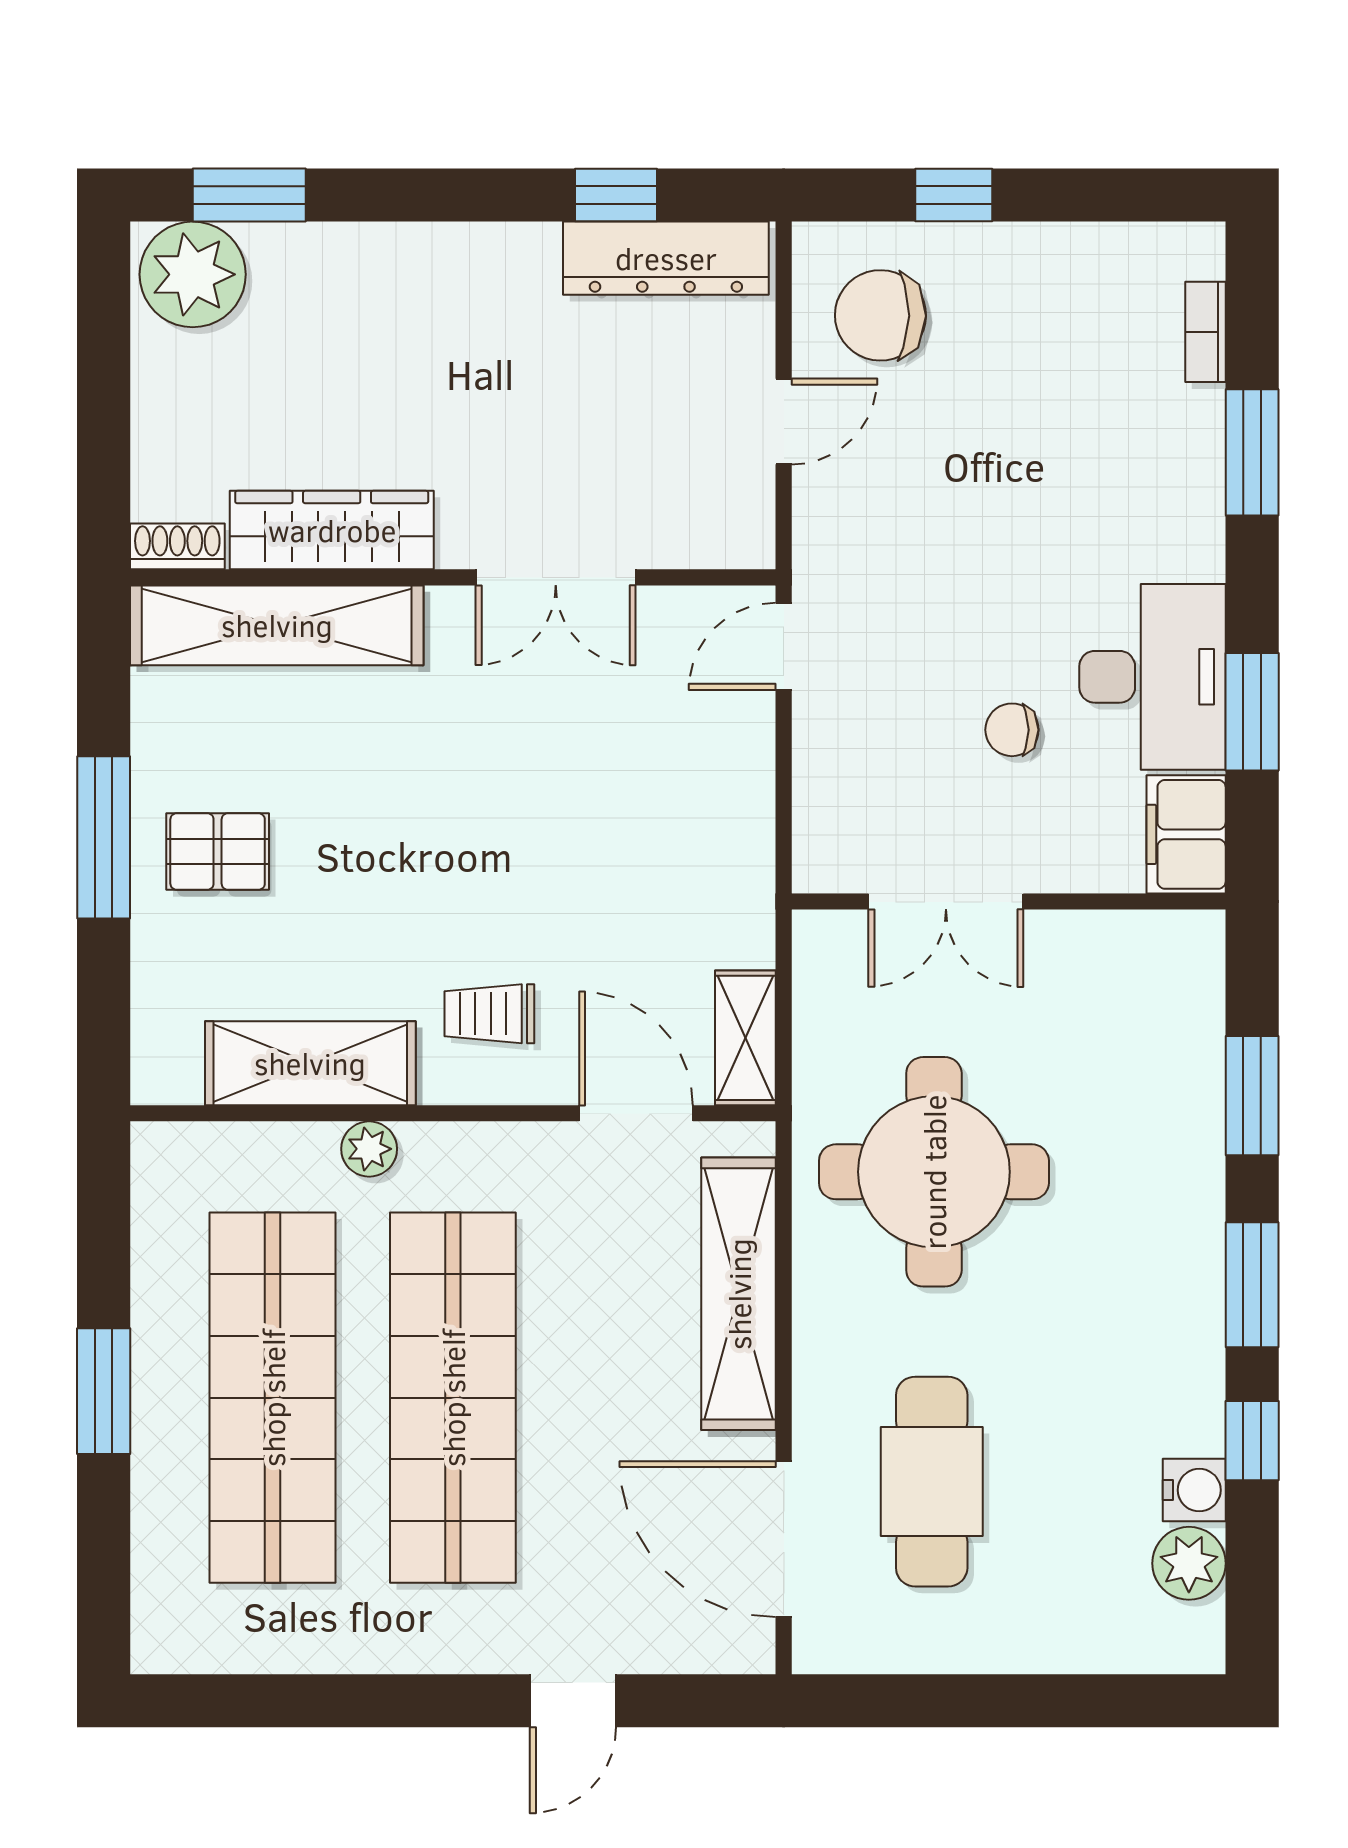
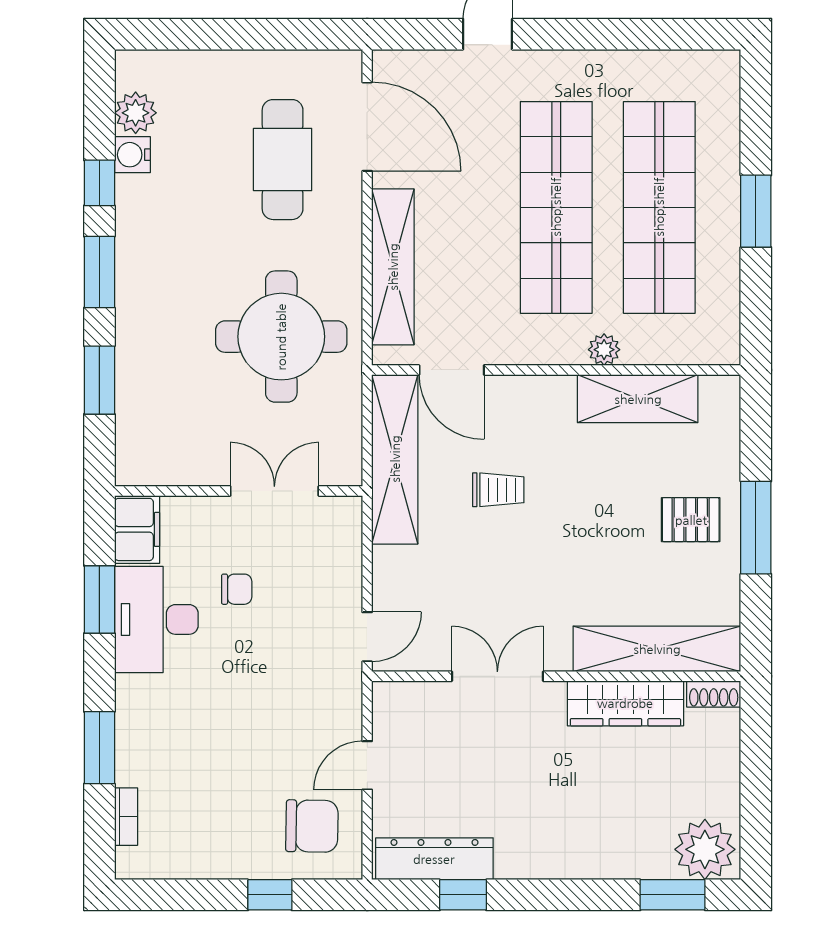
trolley: (489, 1014) -> (498, 490), moved
shelving: (745, 1038) -> (395, 459), width x2.20, depth x1.33

